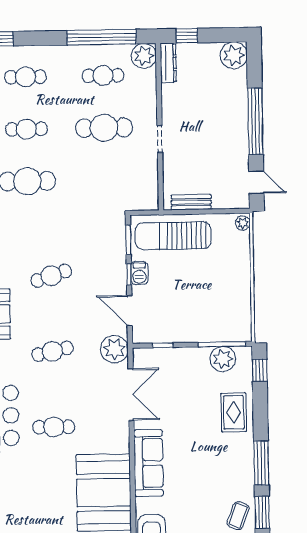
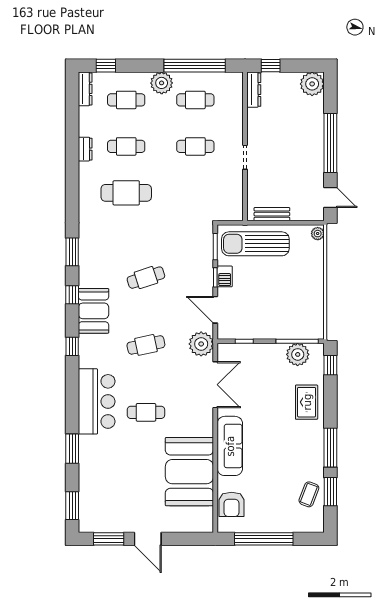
plant: (144, 56) -> (162, 83), moved
cafe table: (104, 128) -> (195, 146), width x0.73, depth x0.74

